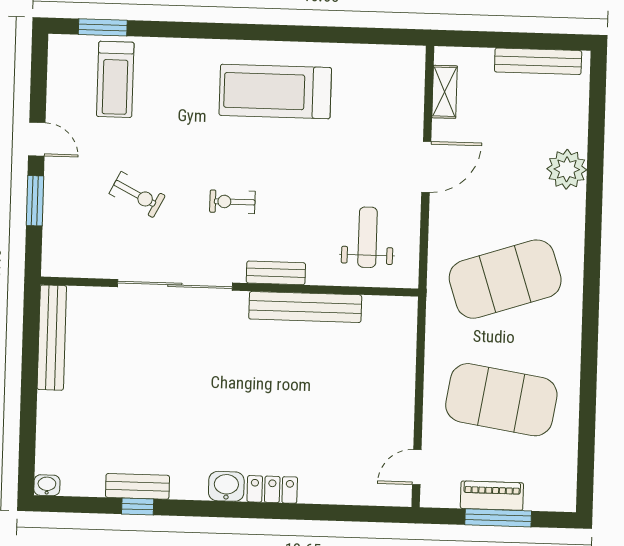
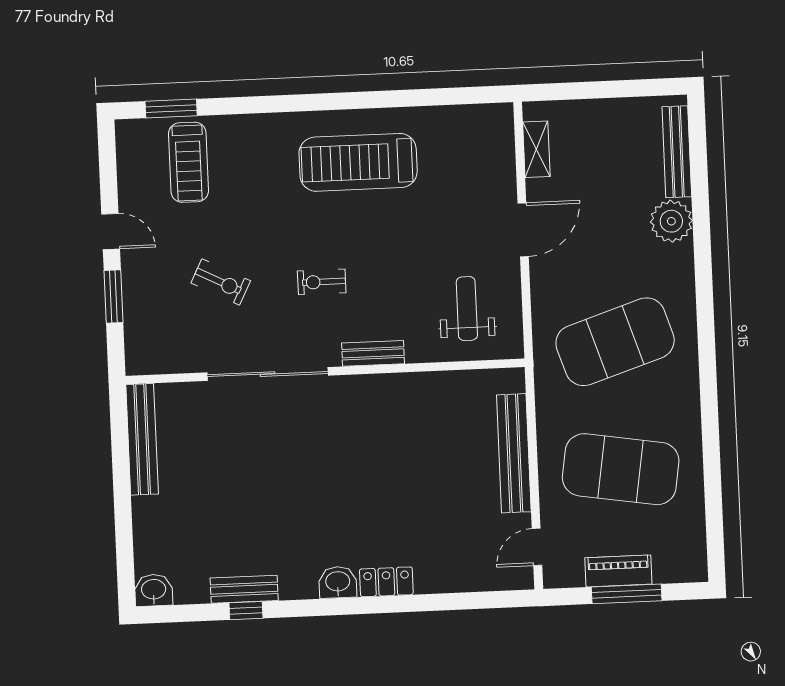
bench: (538, 61) -> (677, 152), moved, turned 90
bench: (305, 307) -> (514, 453), moved, turned 90
washbasin: (47, 485) -> (154, 590), width x1.38, depth x1.45

